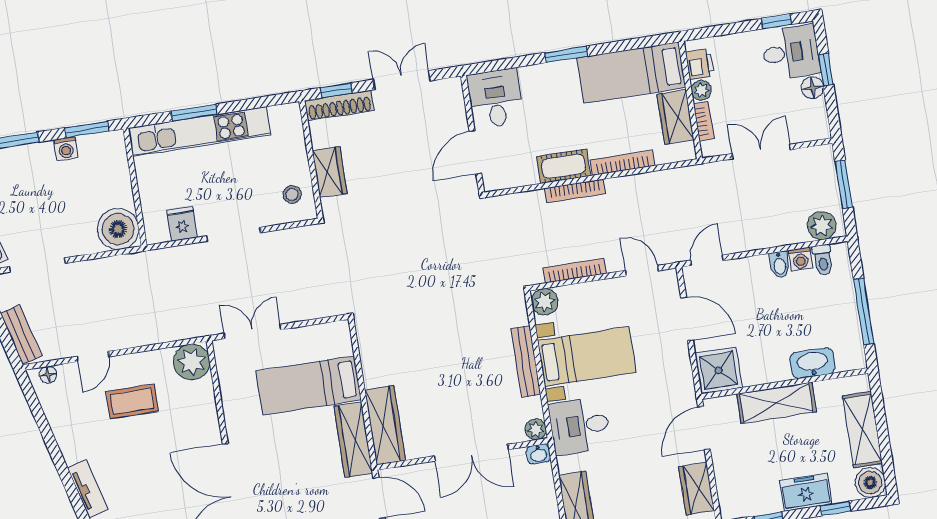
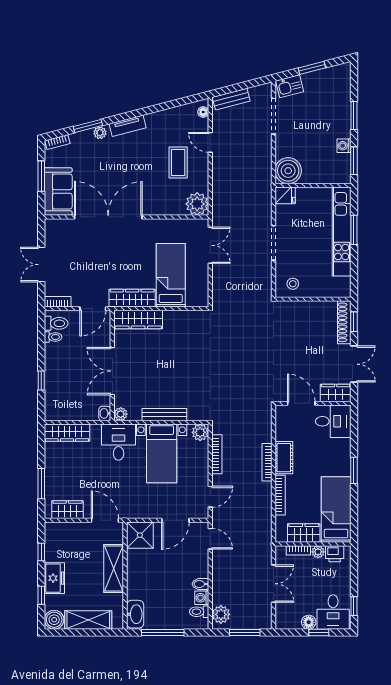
wardrobe: (329, 172) -> (336, 393), moved, turned 180
fridge: (182, 224) -> (285, 195), moved
washbasin: (813, 363) -> (135, 614), moved

